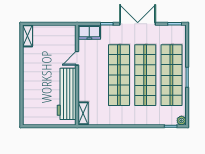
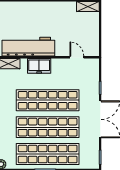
freezer: (89, 32) -> (39, 66), moved, turned -90
door: (77, 58) -> (77, 57), moved

